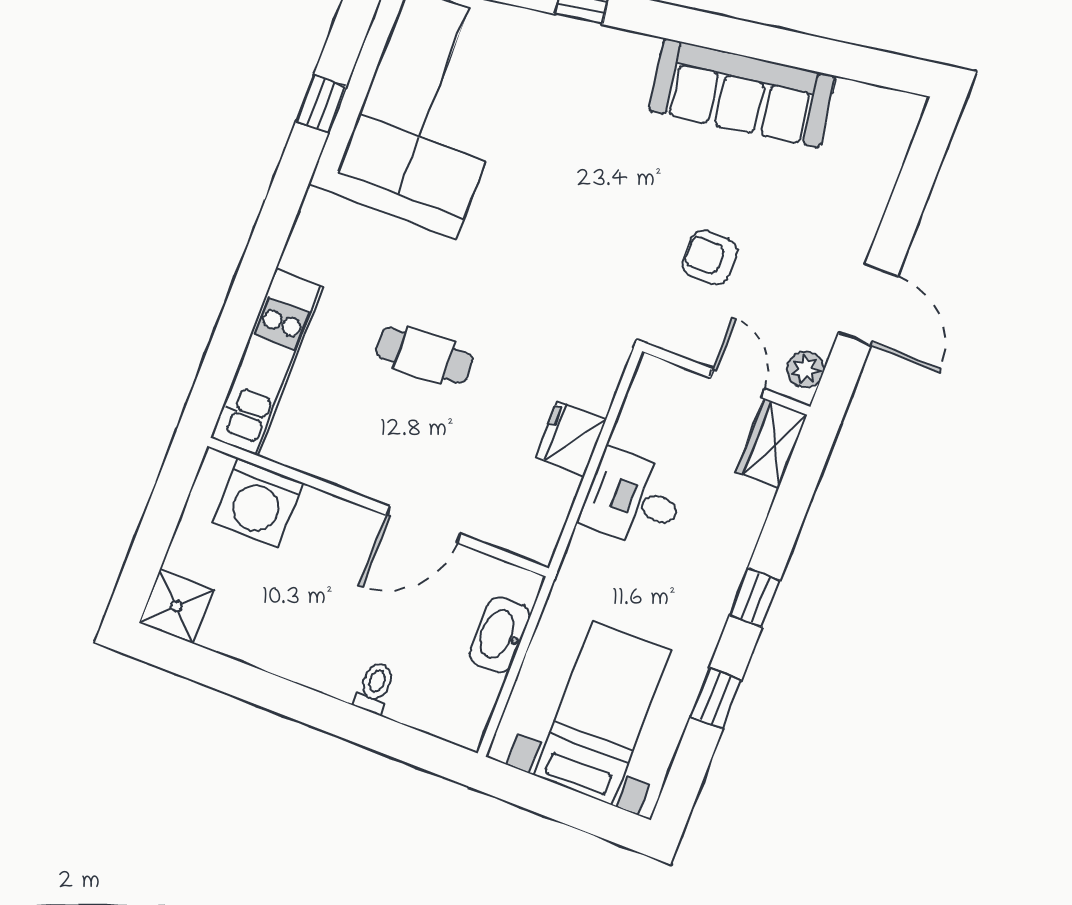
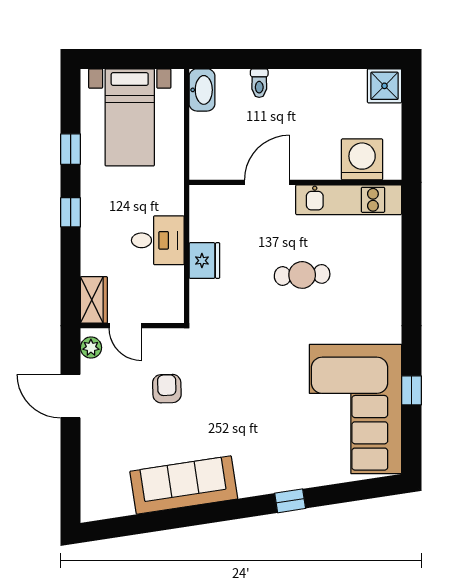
armchair: (710, 257) -> (167, 389), turned -92
kitchen unit: (267, 362) -> (349, 200), moved, turned -90
washbasin: (500, 635) -> (202, 90), moved

